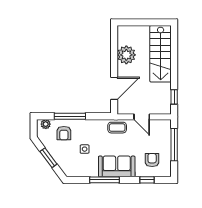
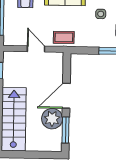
window: (114, 45) -> (66, 130), added
door: (114, 88) -> (66, 96), moved

